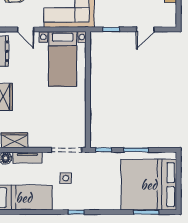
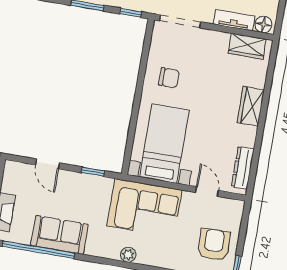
door: (145, 29) -> (48, 164), swing flipped
chair: (68, 107) -> (169, 78), added

